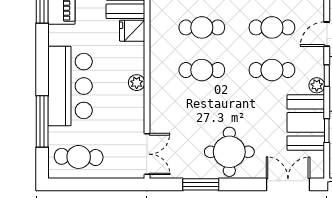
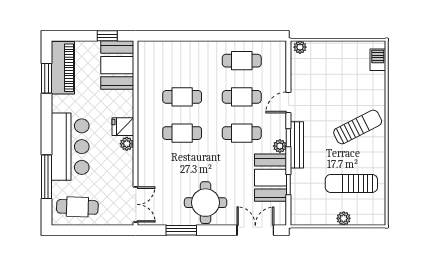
fridge: (132, 31) -> (123, 127), moved

